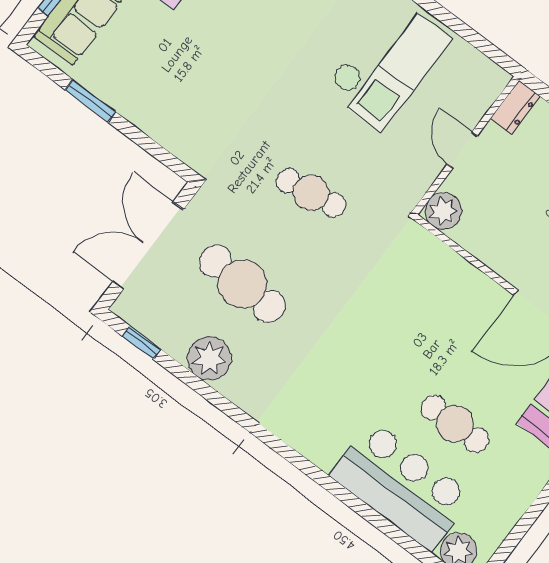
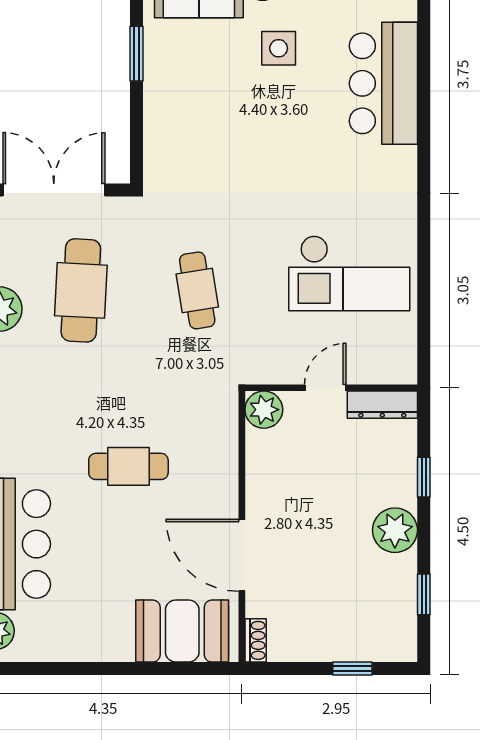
dresser: (515, 107) -> (382, 405), width x1.44
cafe table: (455, 424) -> (128, 466), moved, turned 90

